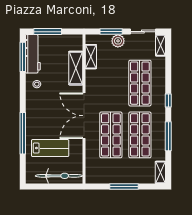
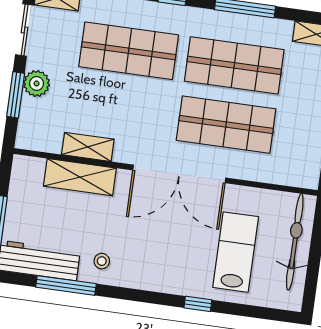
window: (23, 57) -> (66, 285), moved
shelving: (91, 57) -> (88, 147), moved
window: (23, 133) -> (198, 304), width x0.32

